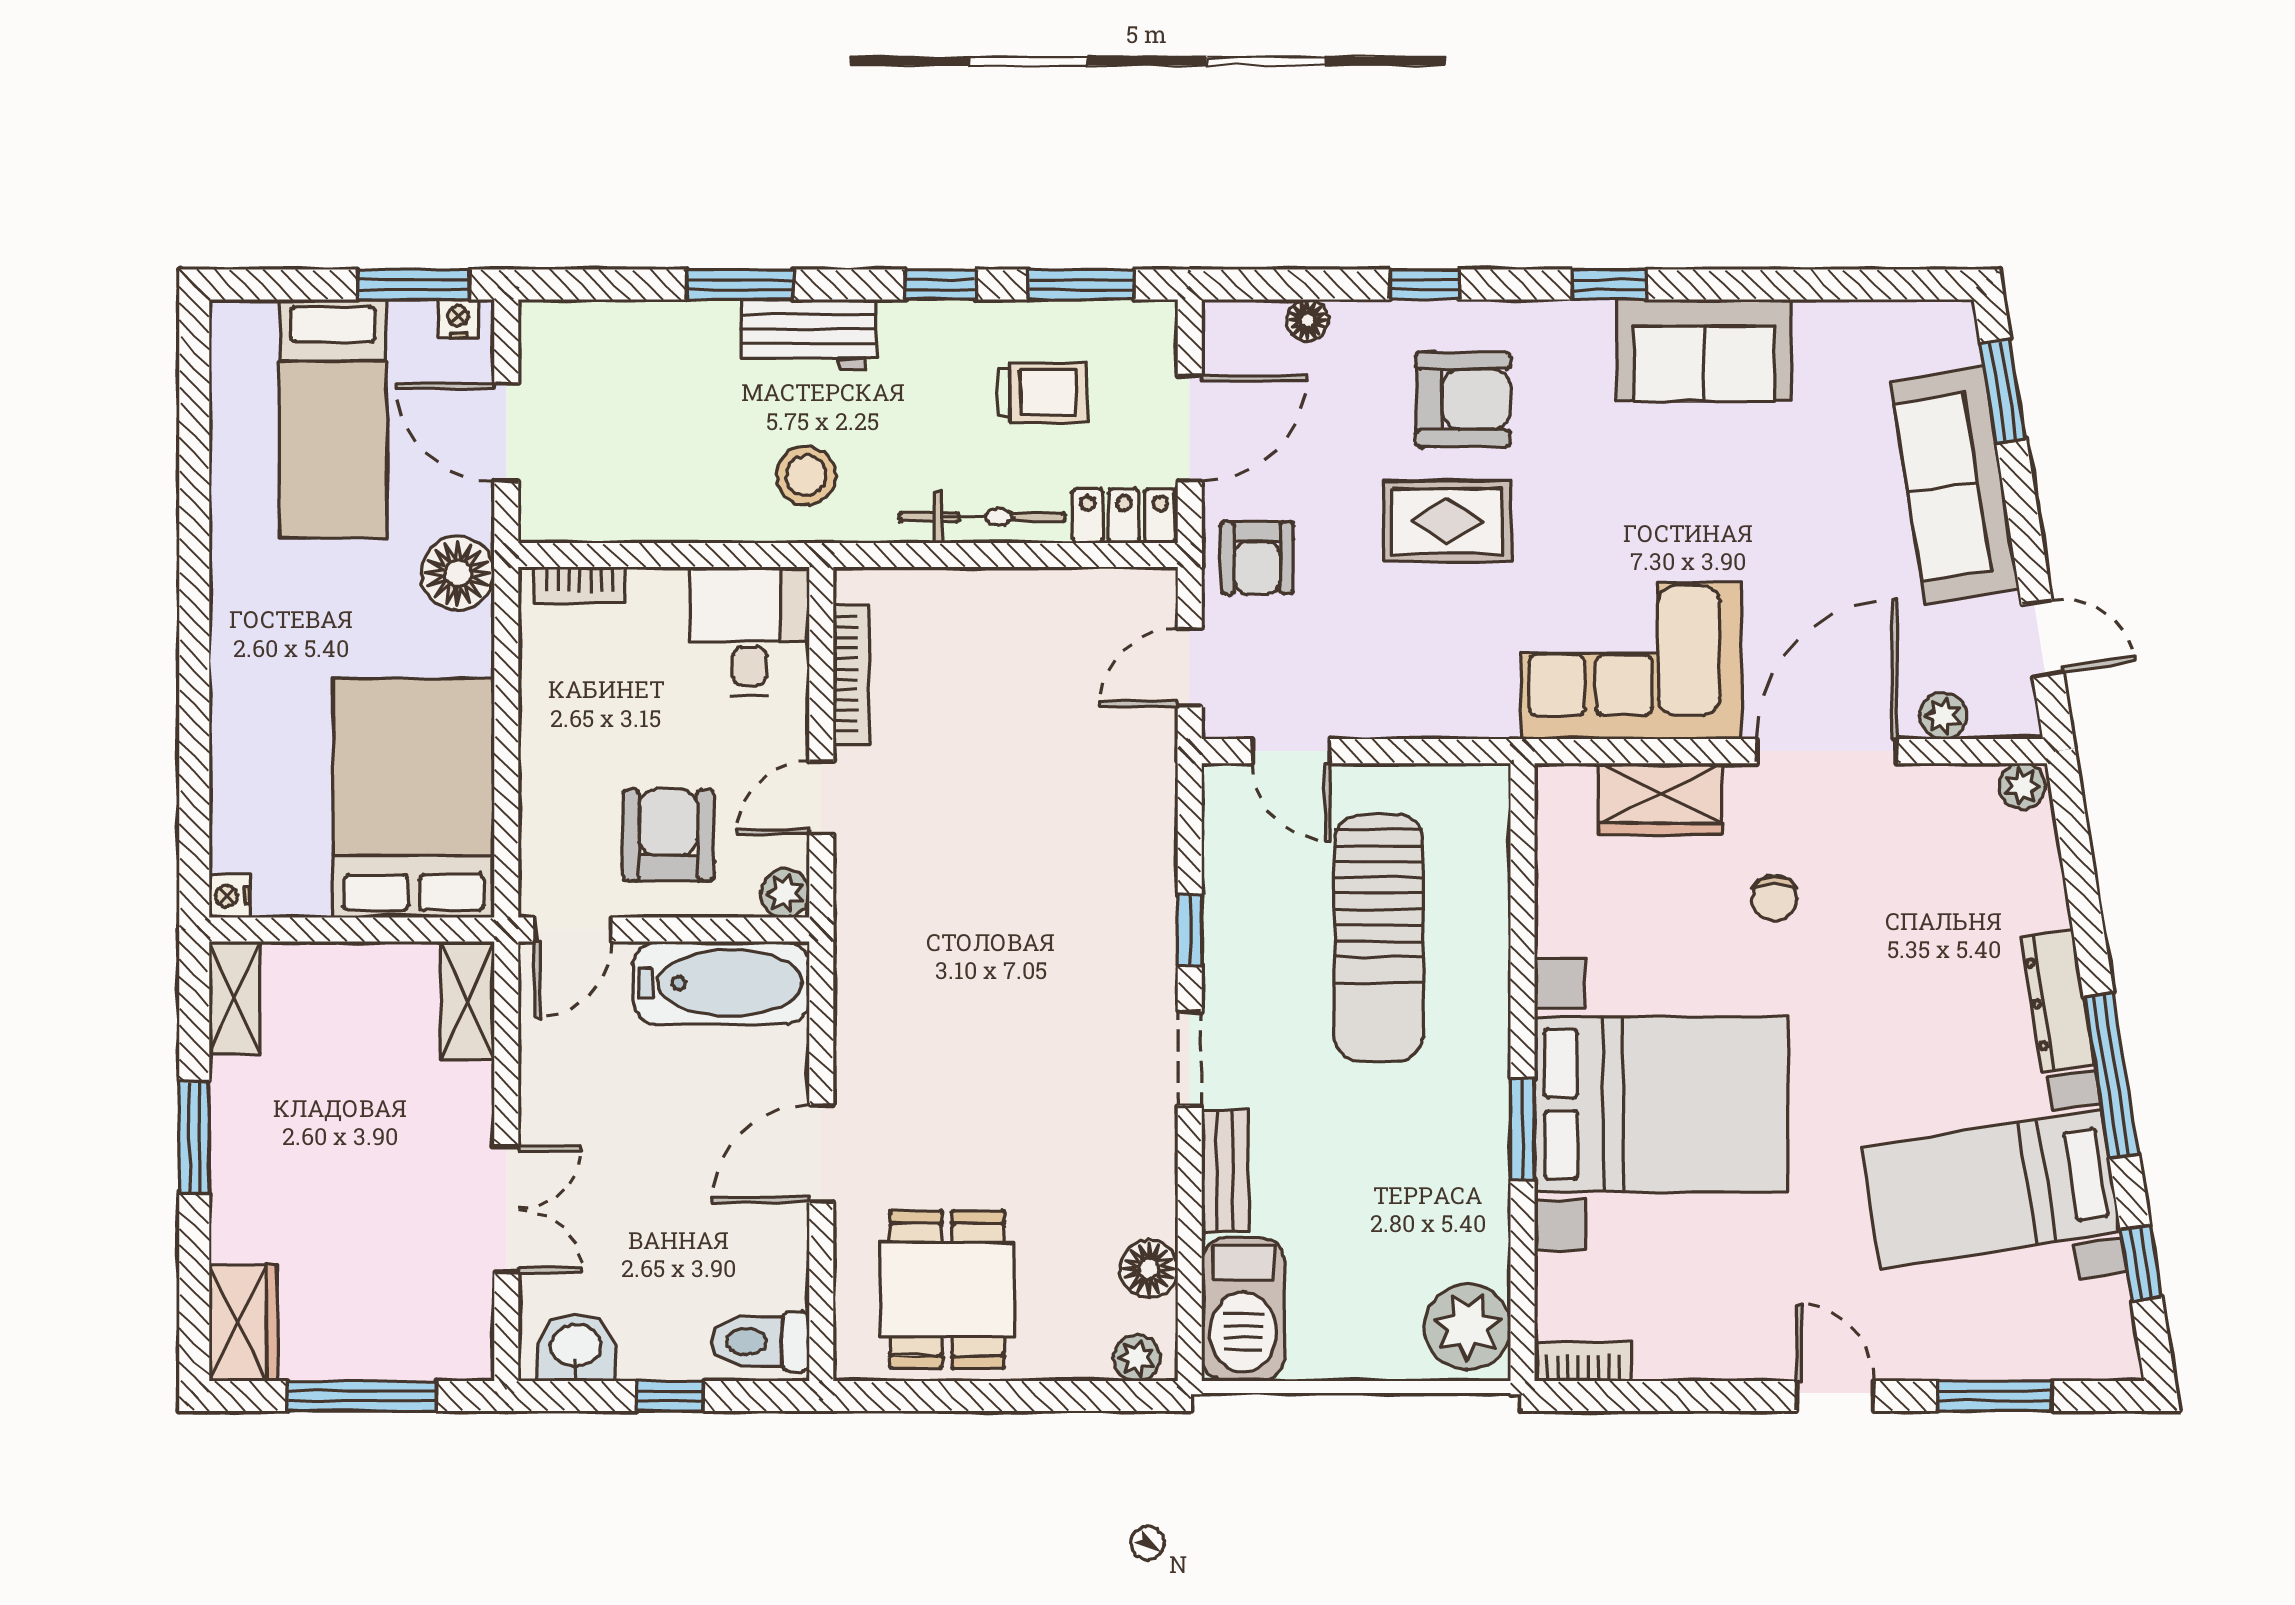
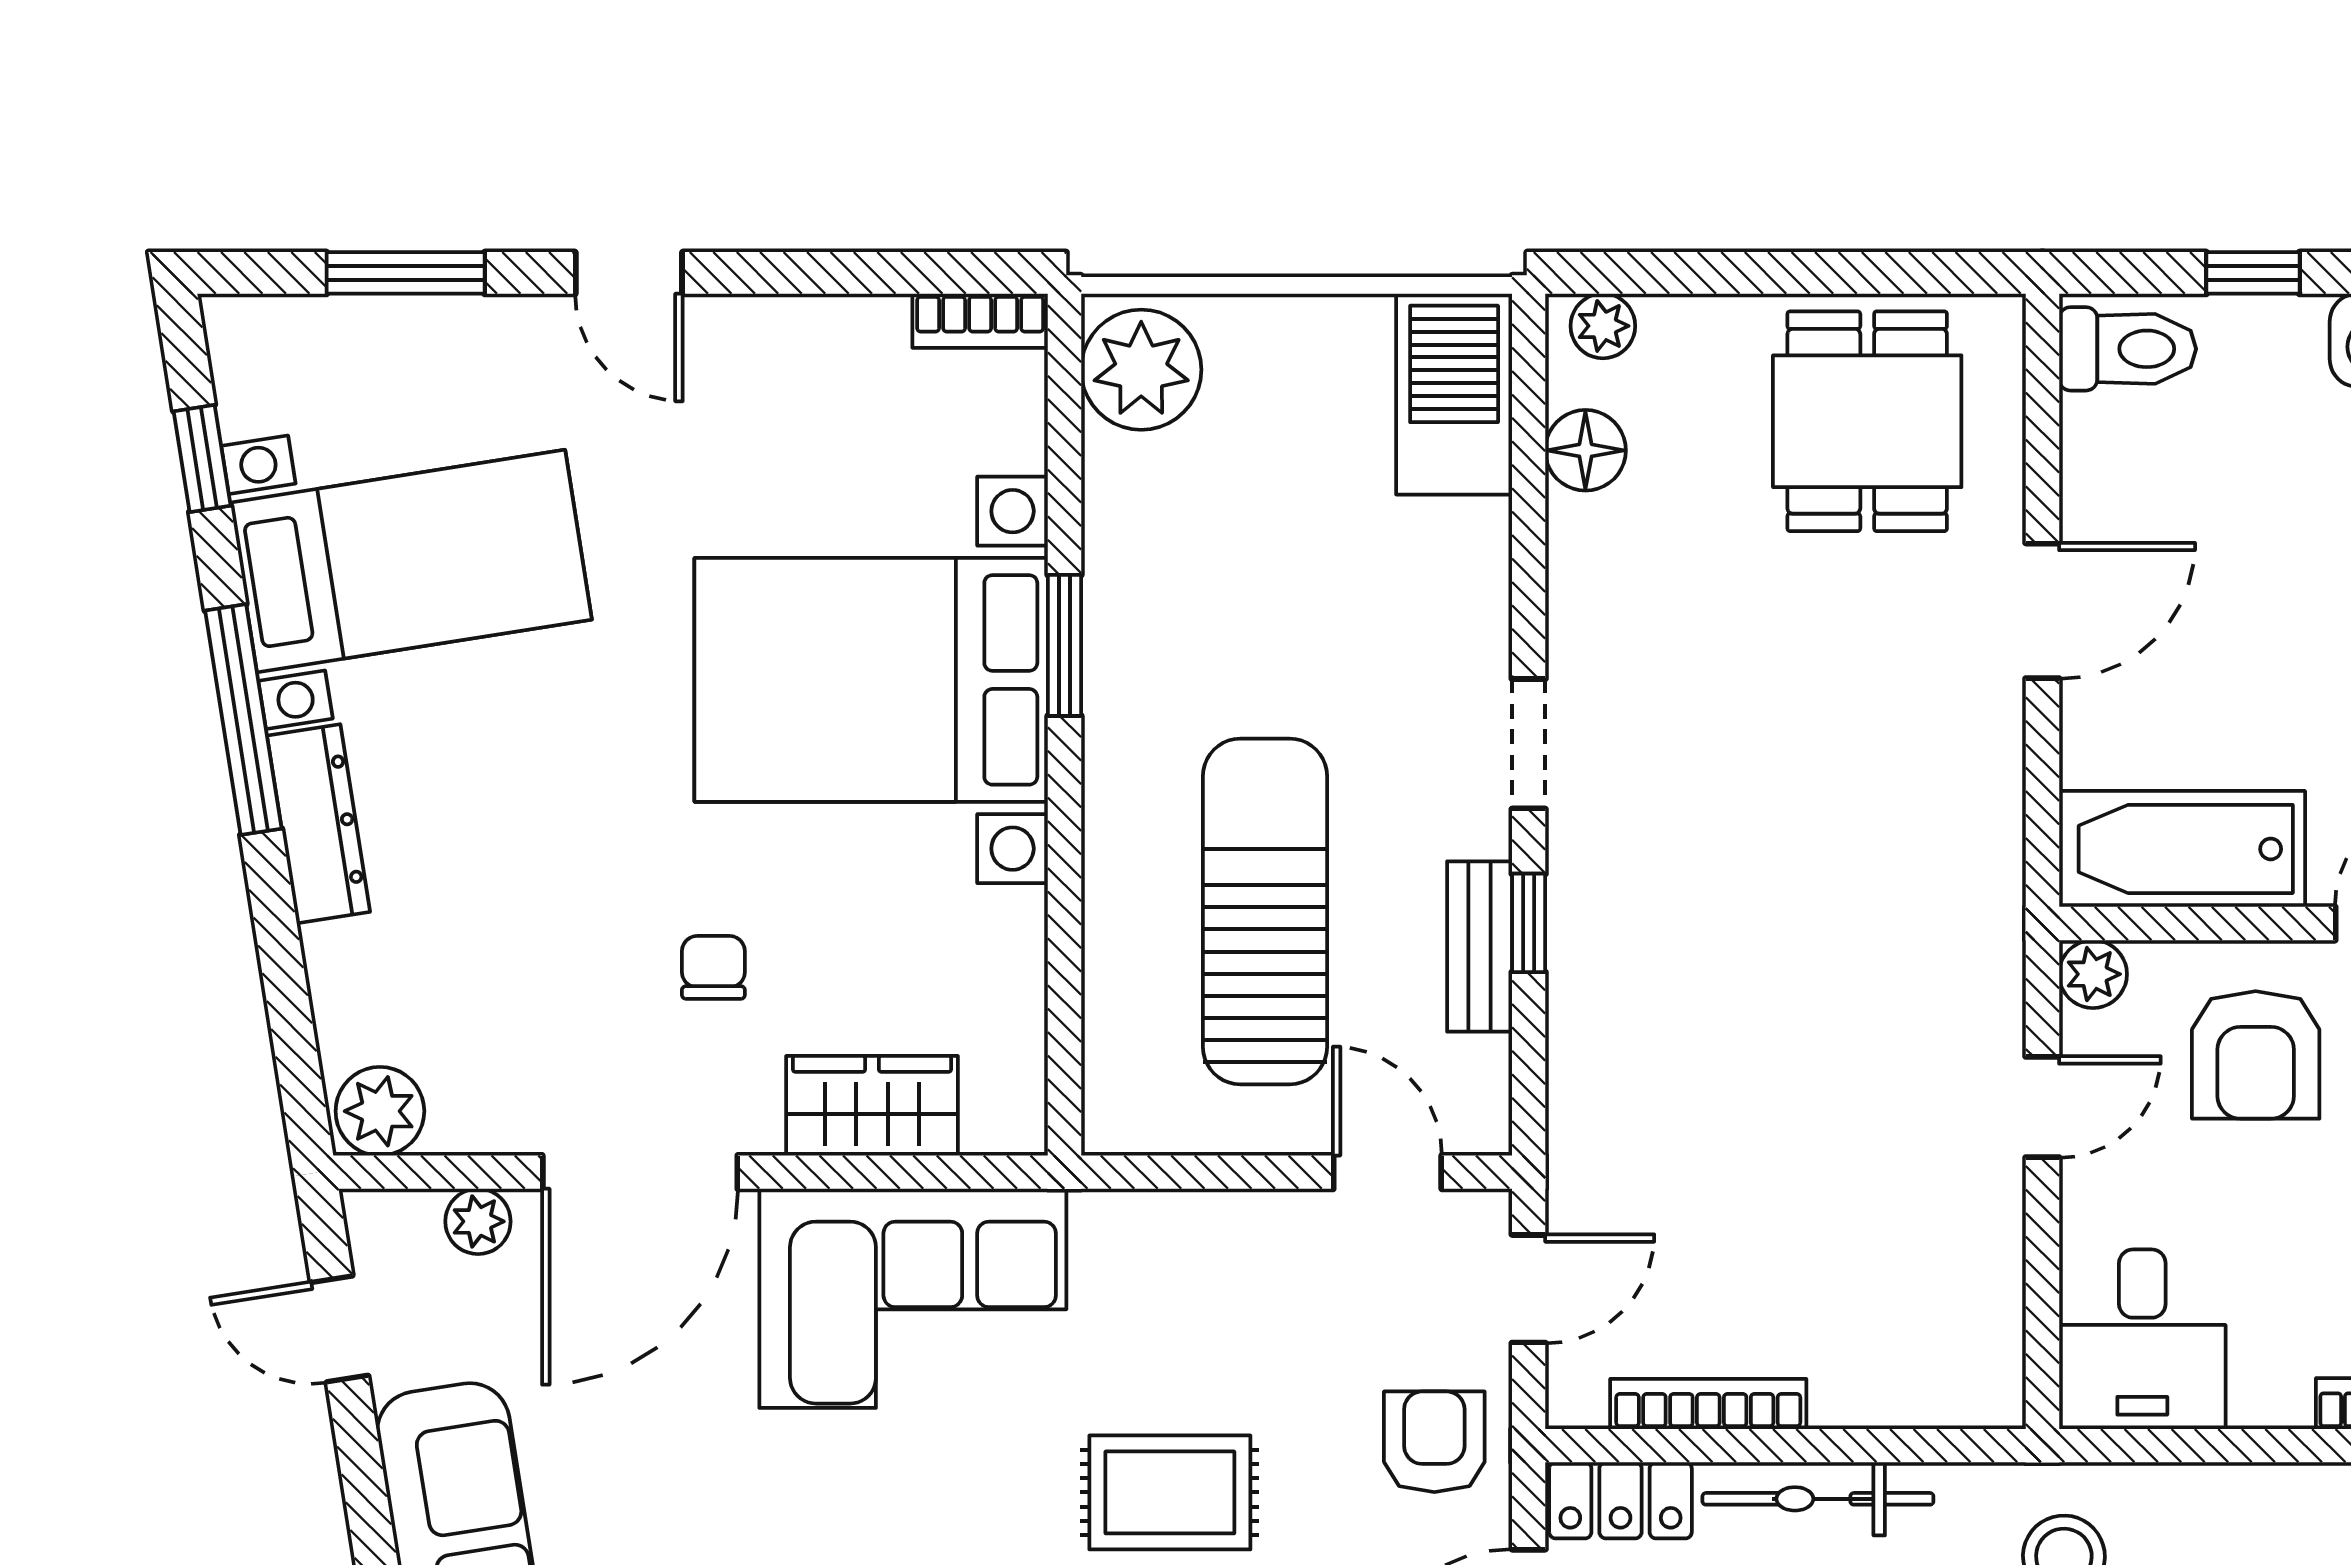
bookcase: (851, 674) -> (1708, 1404), moved, turned 90
plant: (2022, 786) -> (380, 1111), width x1.38, depth x1.38
bench: (1225, 1171) -> (1480, 947), moved

